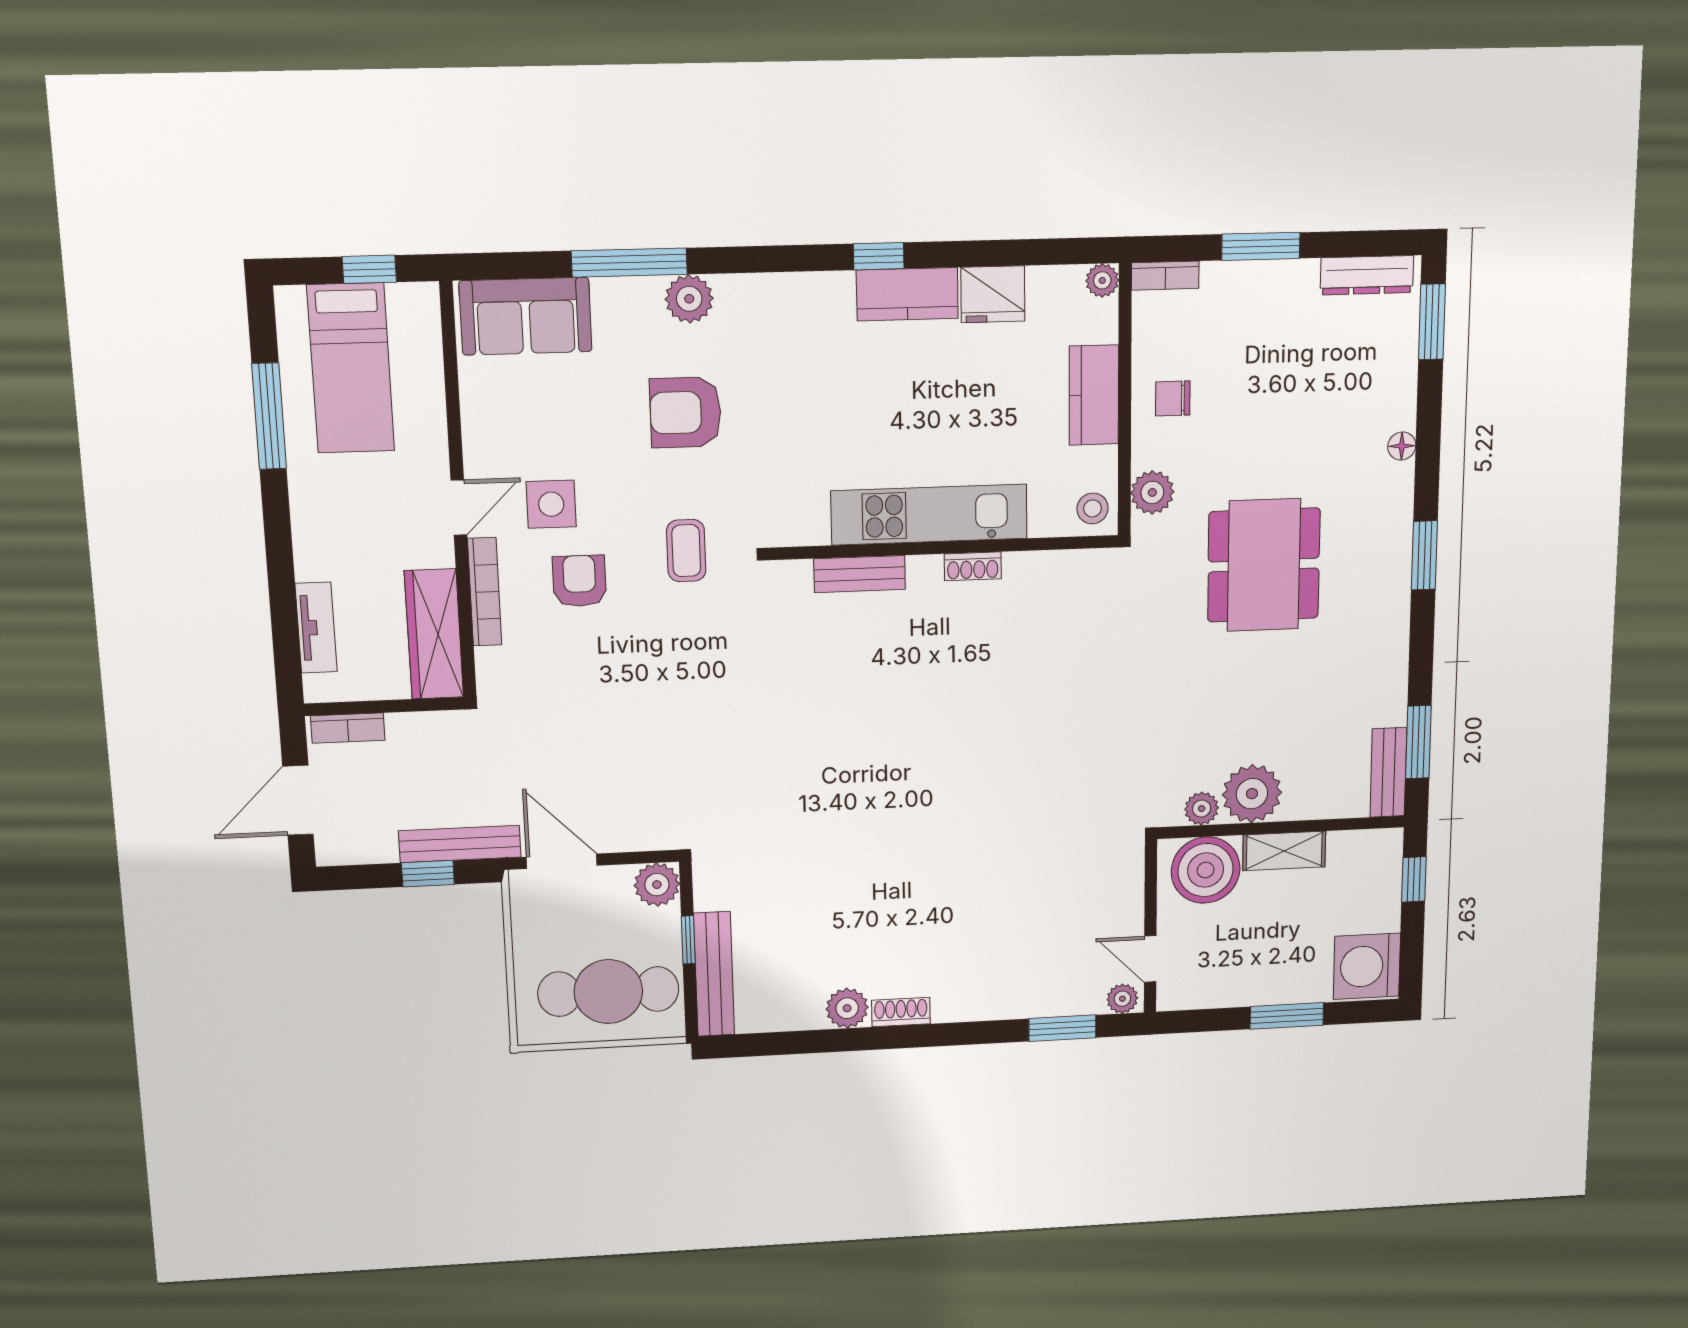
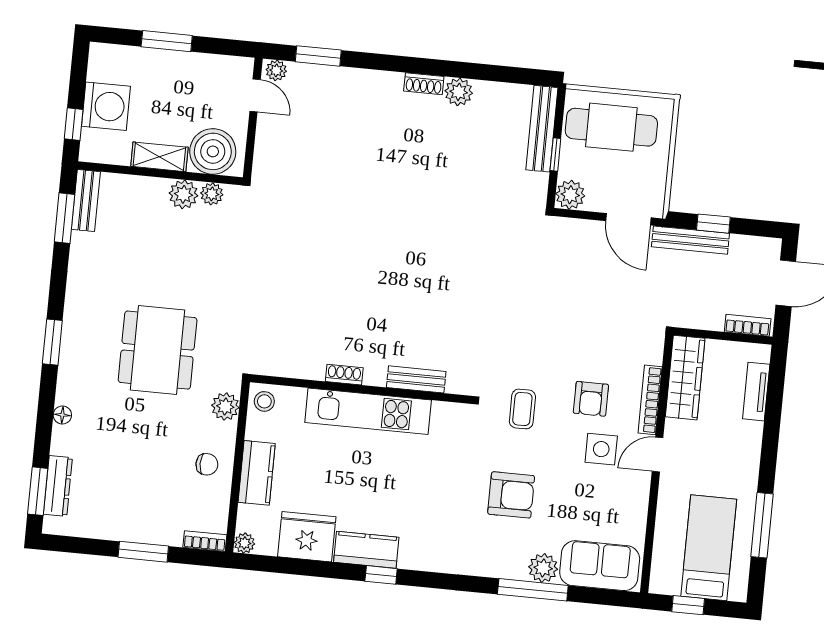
dresser: (1367, 275) -> (58, 486), moved, turned 90
fridge: (993, 294) -> (307, 537), width x1.36, depth x1.34
plant: (689, 299) -> (543, 568), moved
plant: (1252, 794) -> (183, 194), width x0.73, depth x0.73
washing machine: (1367, 966) -> (106, 106), moved

